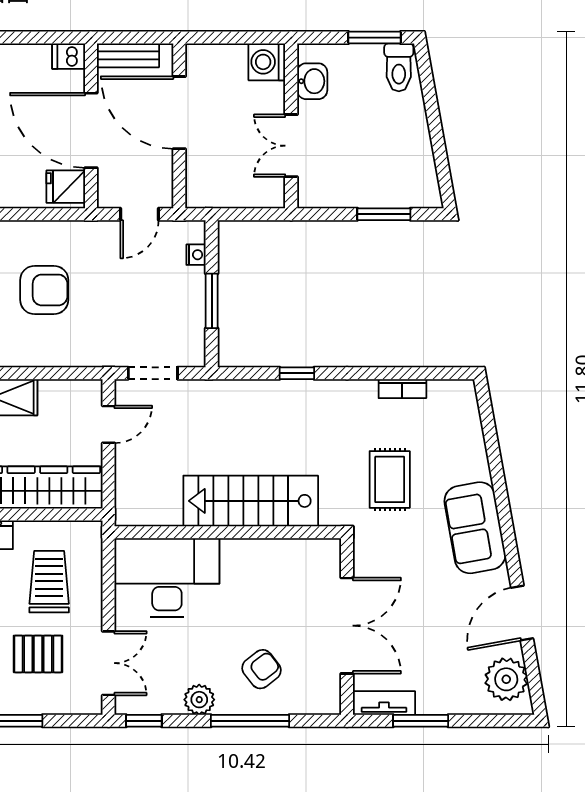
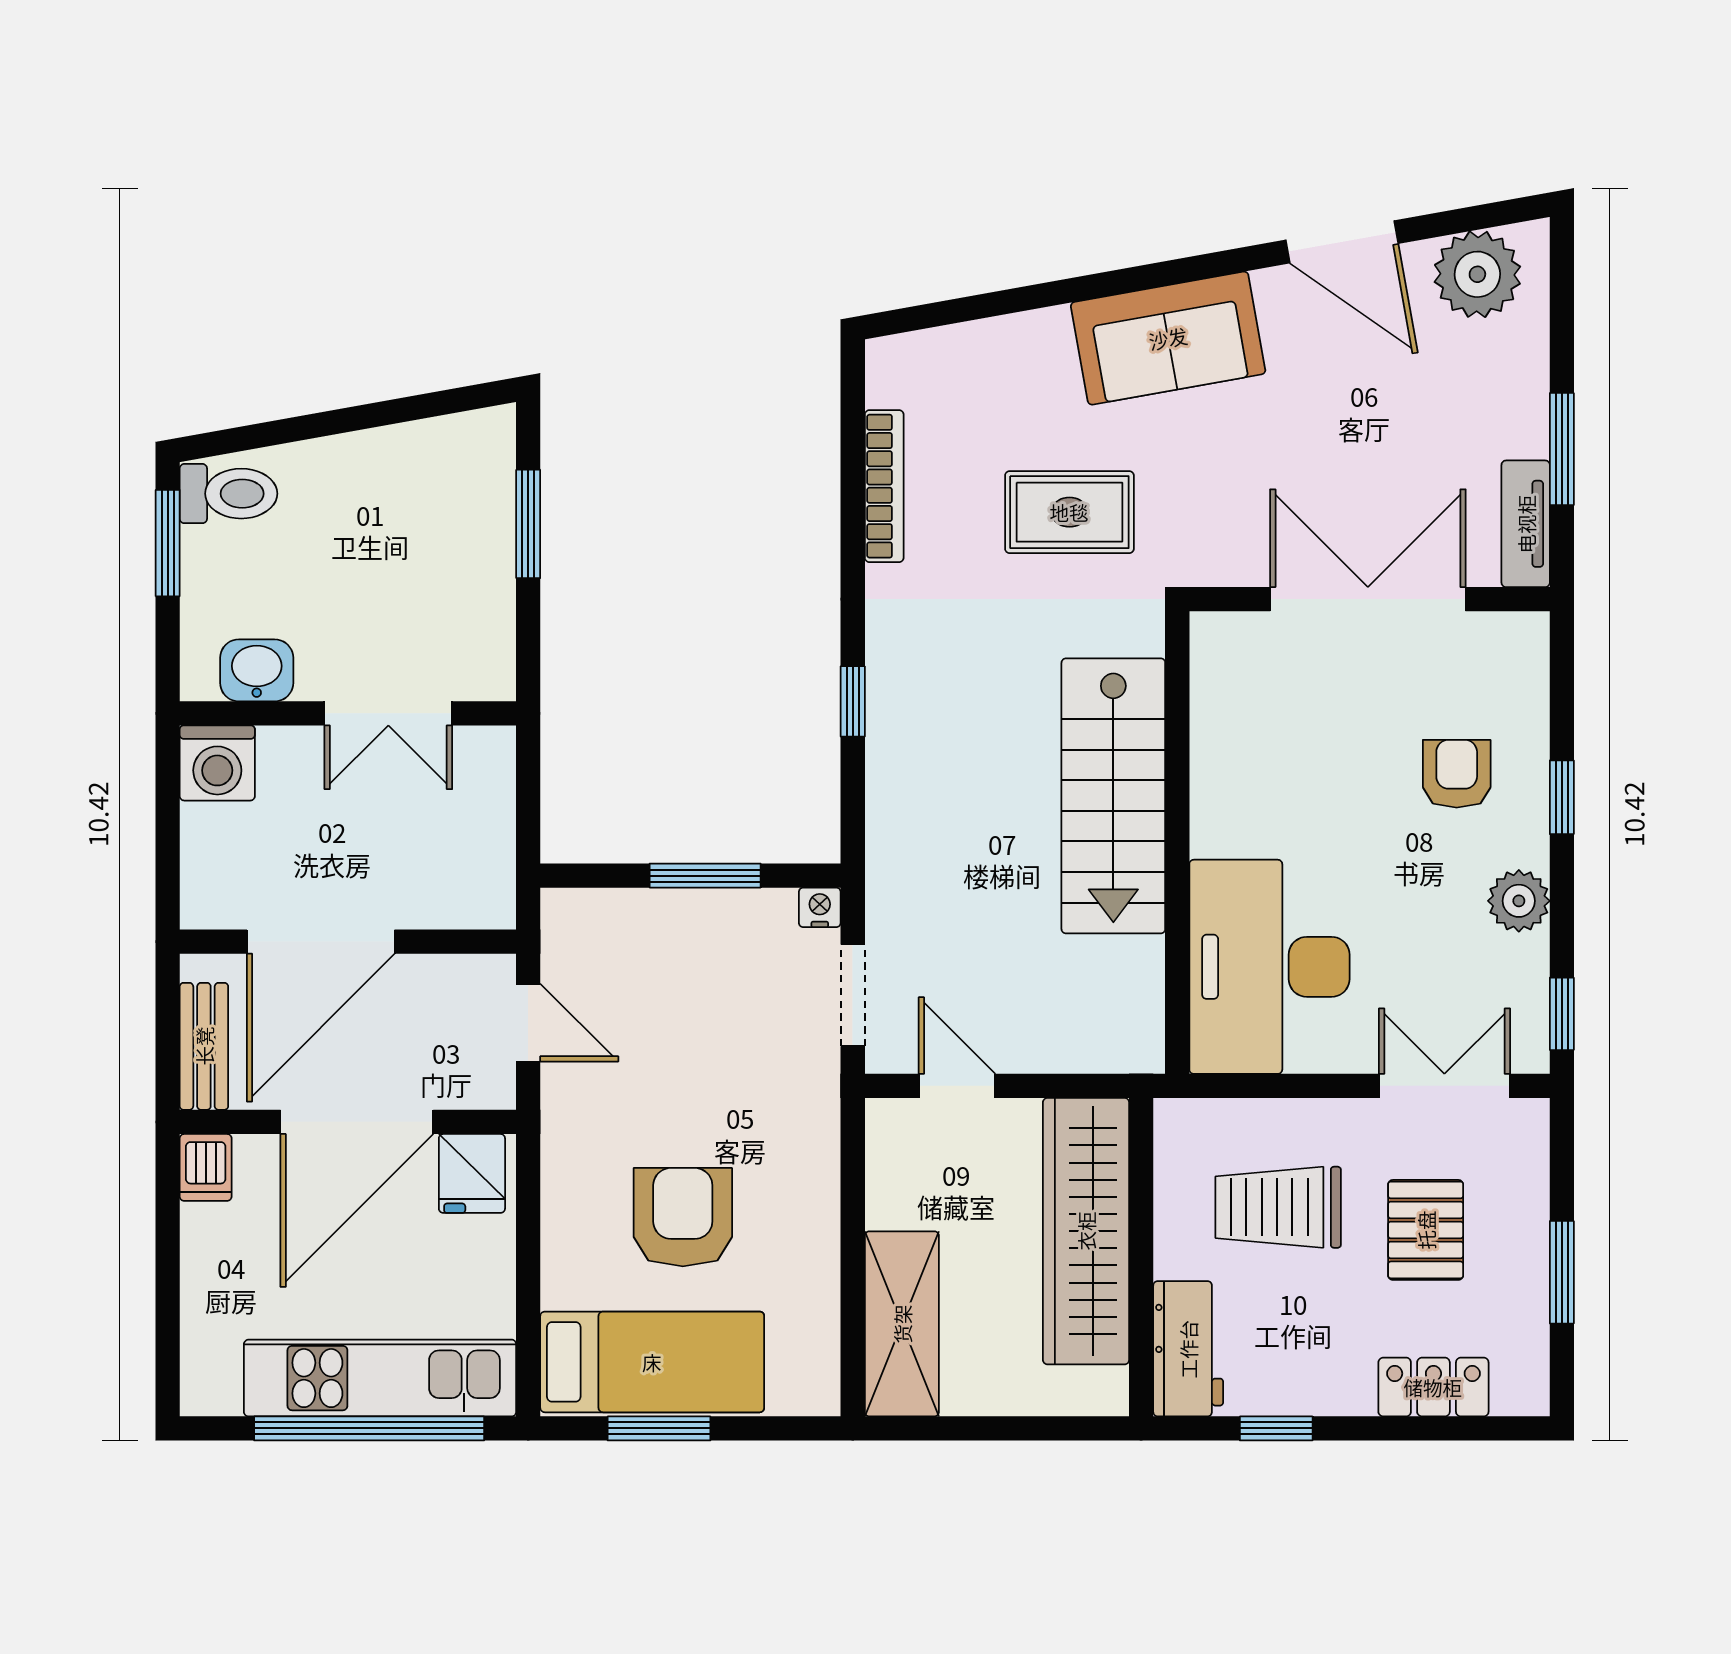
nightstand: (196, 255) -> (820, 907), moved
bookcase: (402, 389) -> (884, 486), width x1.56
armchair: (262, 669) -> (1457, 774), turned 38
window: (250, 721) -> (1562, 797), width x0.46

